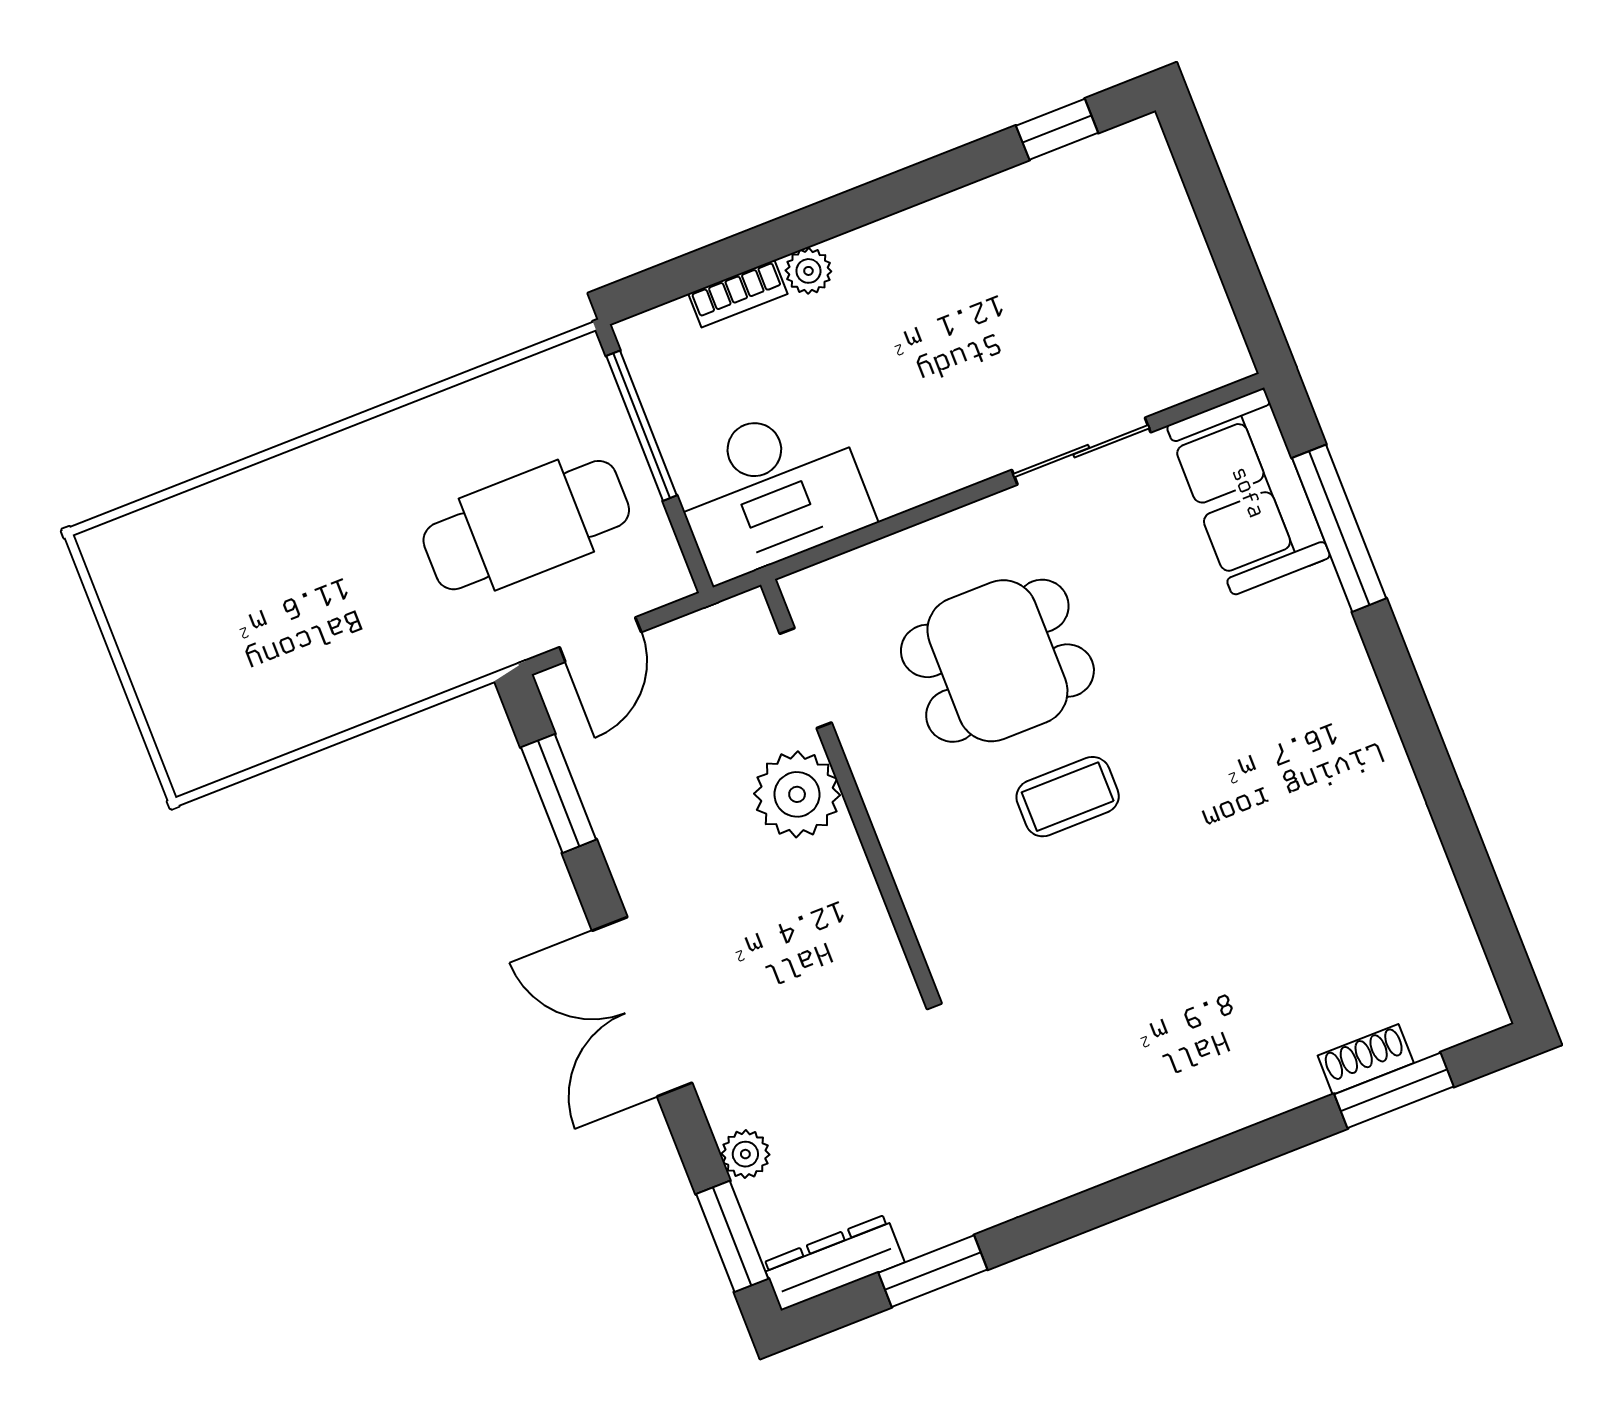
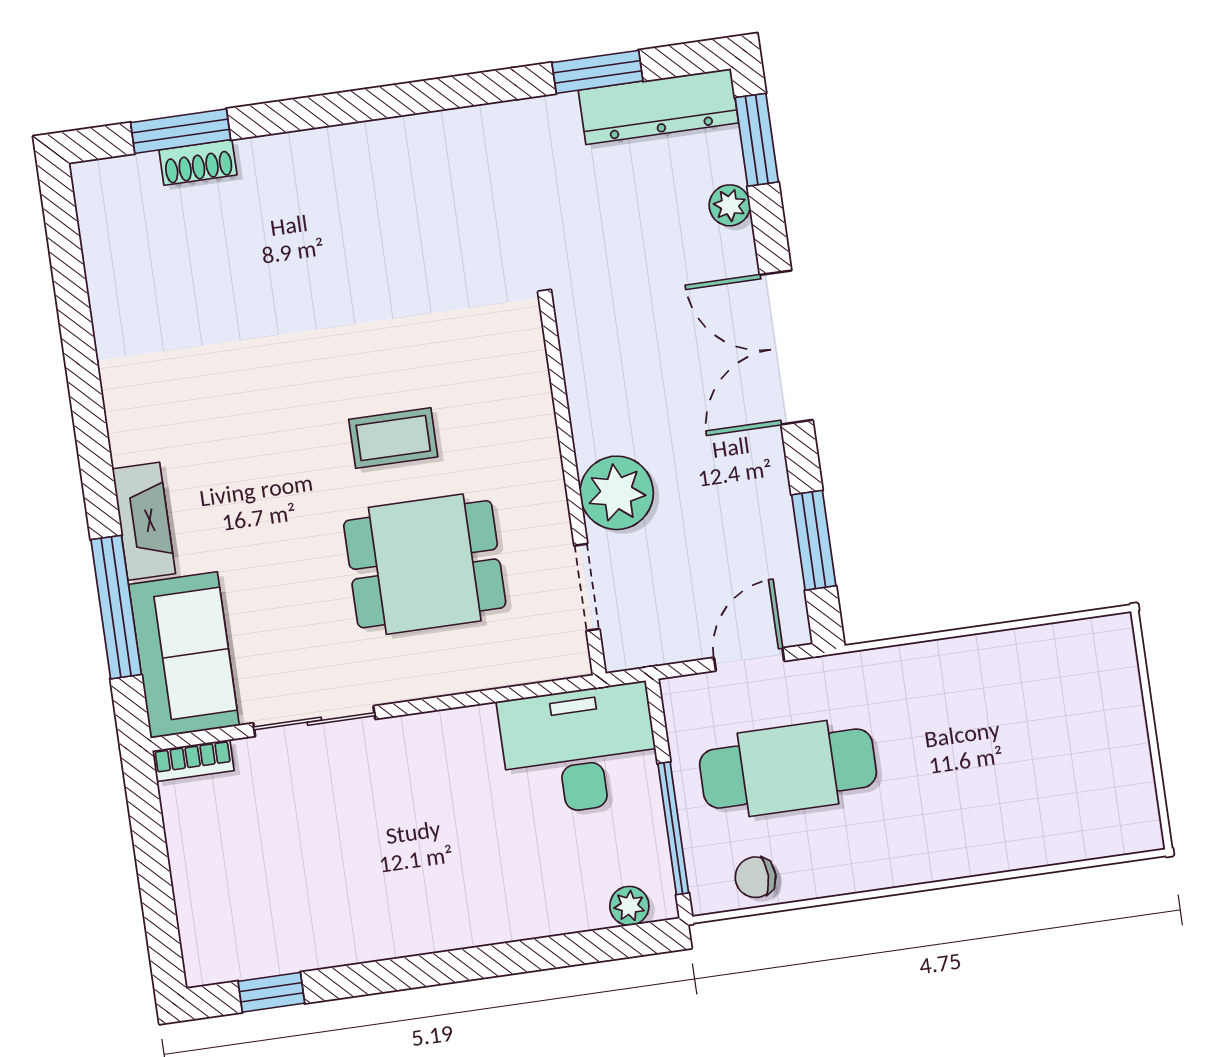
plant: (808, 271) -> (629, 906), moved
bookcase: (738, 294) -> (193, 761), moved, turned 180
chair: (534, 392) -> (756, 877), added
fireplace: (1331, 634) -> (144, 521), added
double door: (642, 1007) -> (786, 347), swing flipped
dresser: (833, 1263) -> (658, 107), width x1.37, depth x1.24

